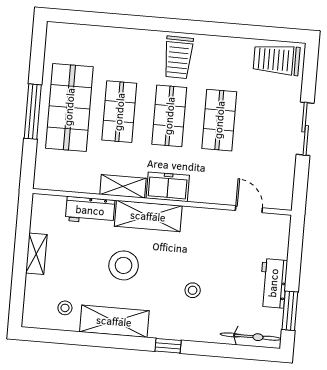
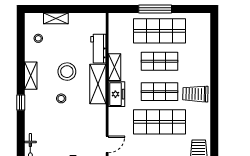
shop shelf: (219, 120) -> (159, 122), width x1.43, depth x1.36
shelving: (36, 254) -> (56, 18), moved
stool: (193, 290) -> (61, 98), moved
shelving: (114, 321) -> (31, 76), width x0.67, depth x0.75

